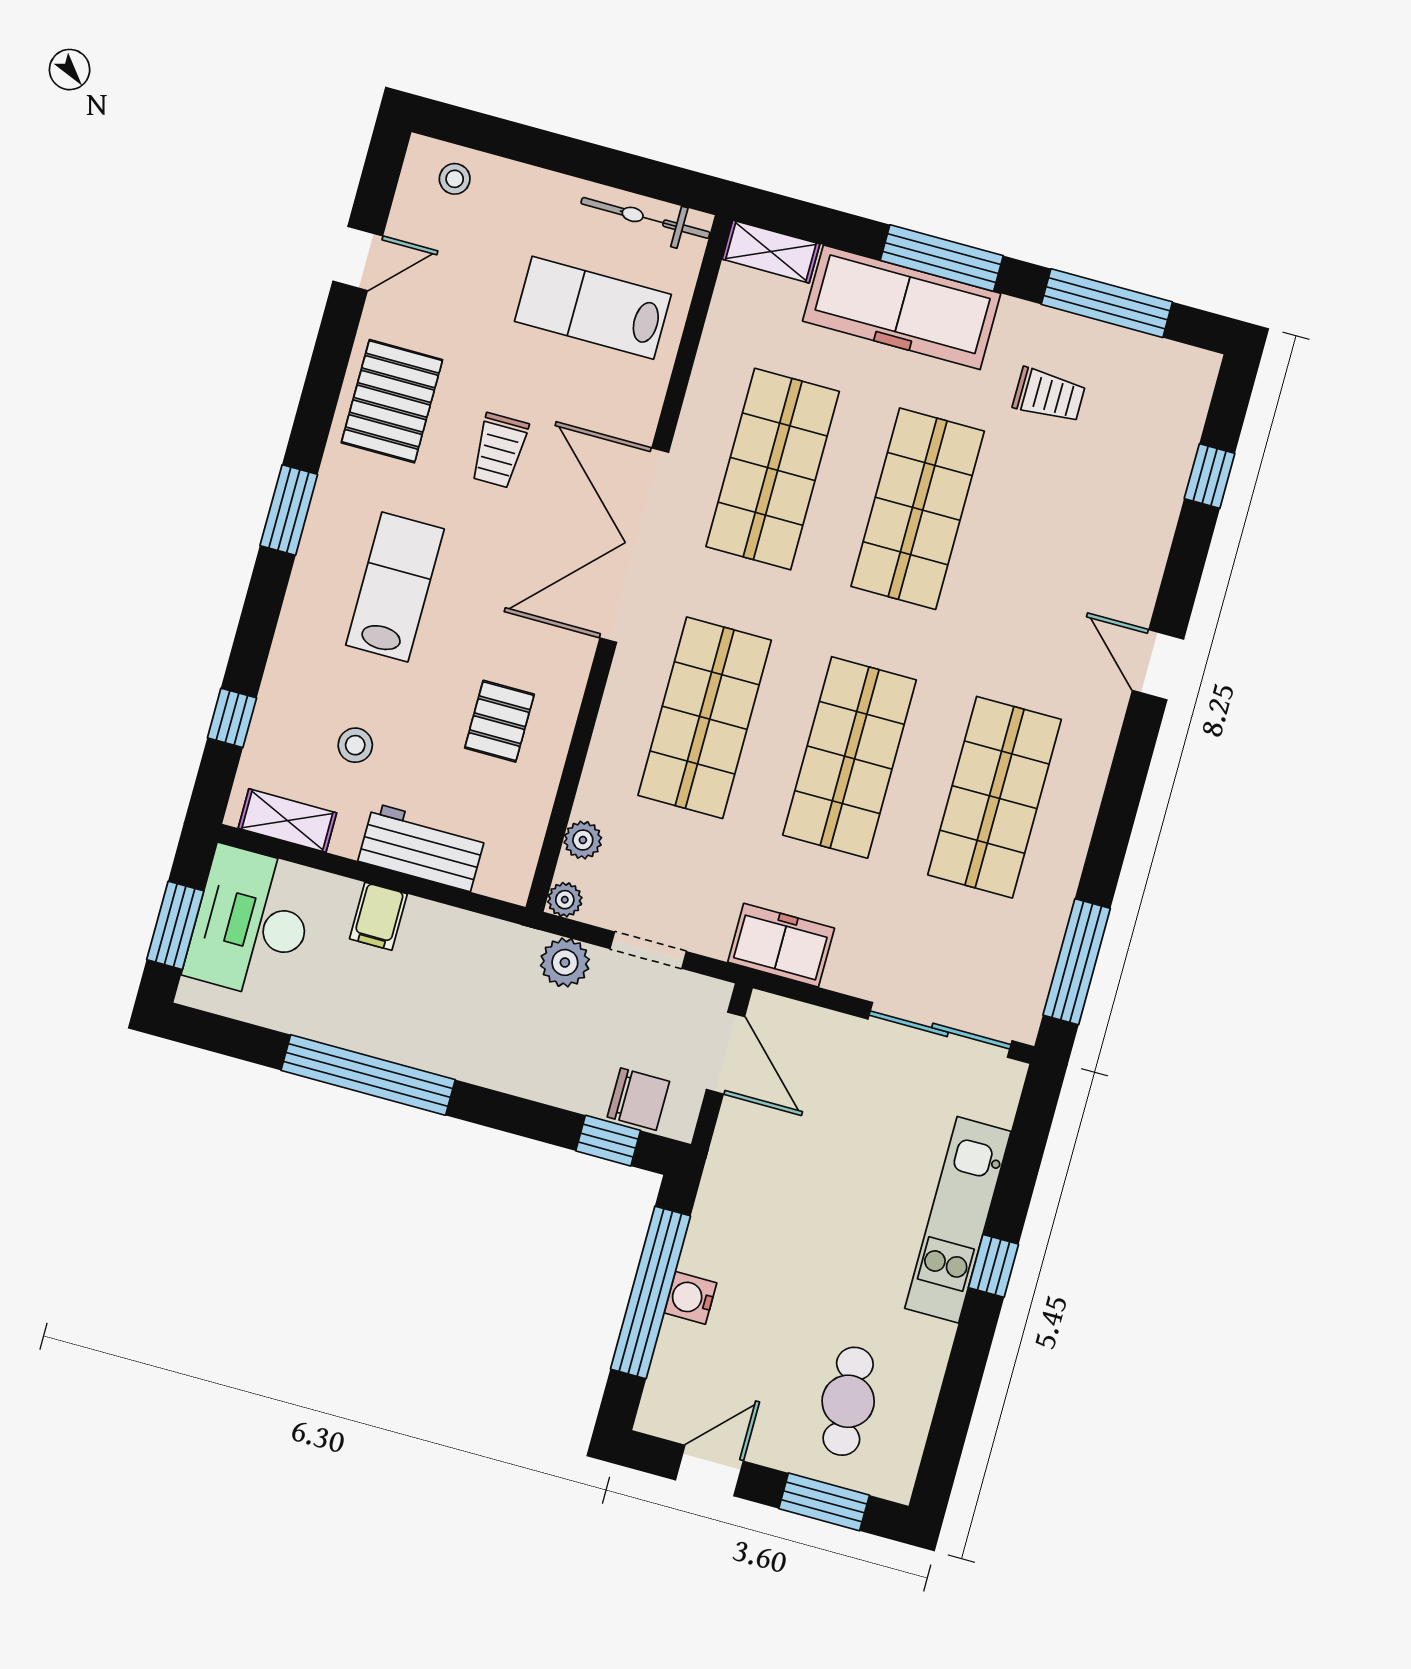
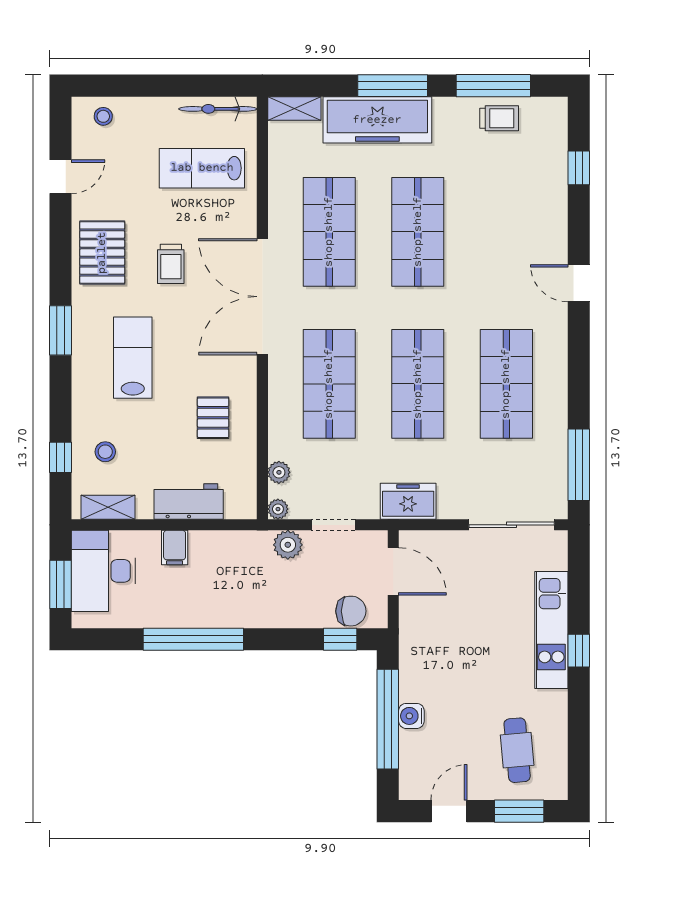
trolley: (1049, 395) -> (499, 118), moved
stool: (355, 745) -> (105, 452), moved

